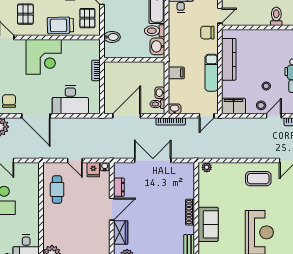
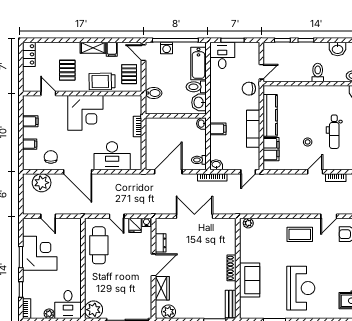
washbasin: (160, 93) -> (201, 124), moved
stool: (261, 105) -> (302, 161), removed
filing cabinet: (234, 106) -> (271, 149), moved, turned 90
cafe table: (57, 189) -> (99, 245), width x1.37, depth x1.35

